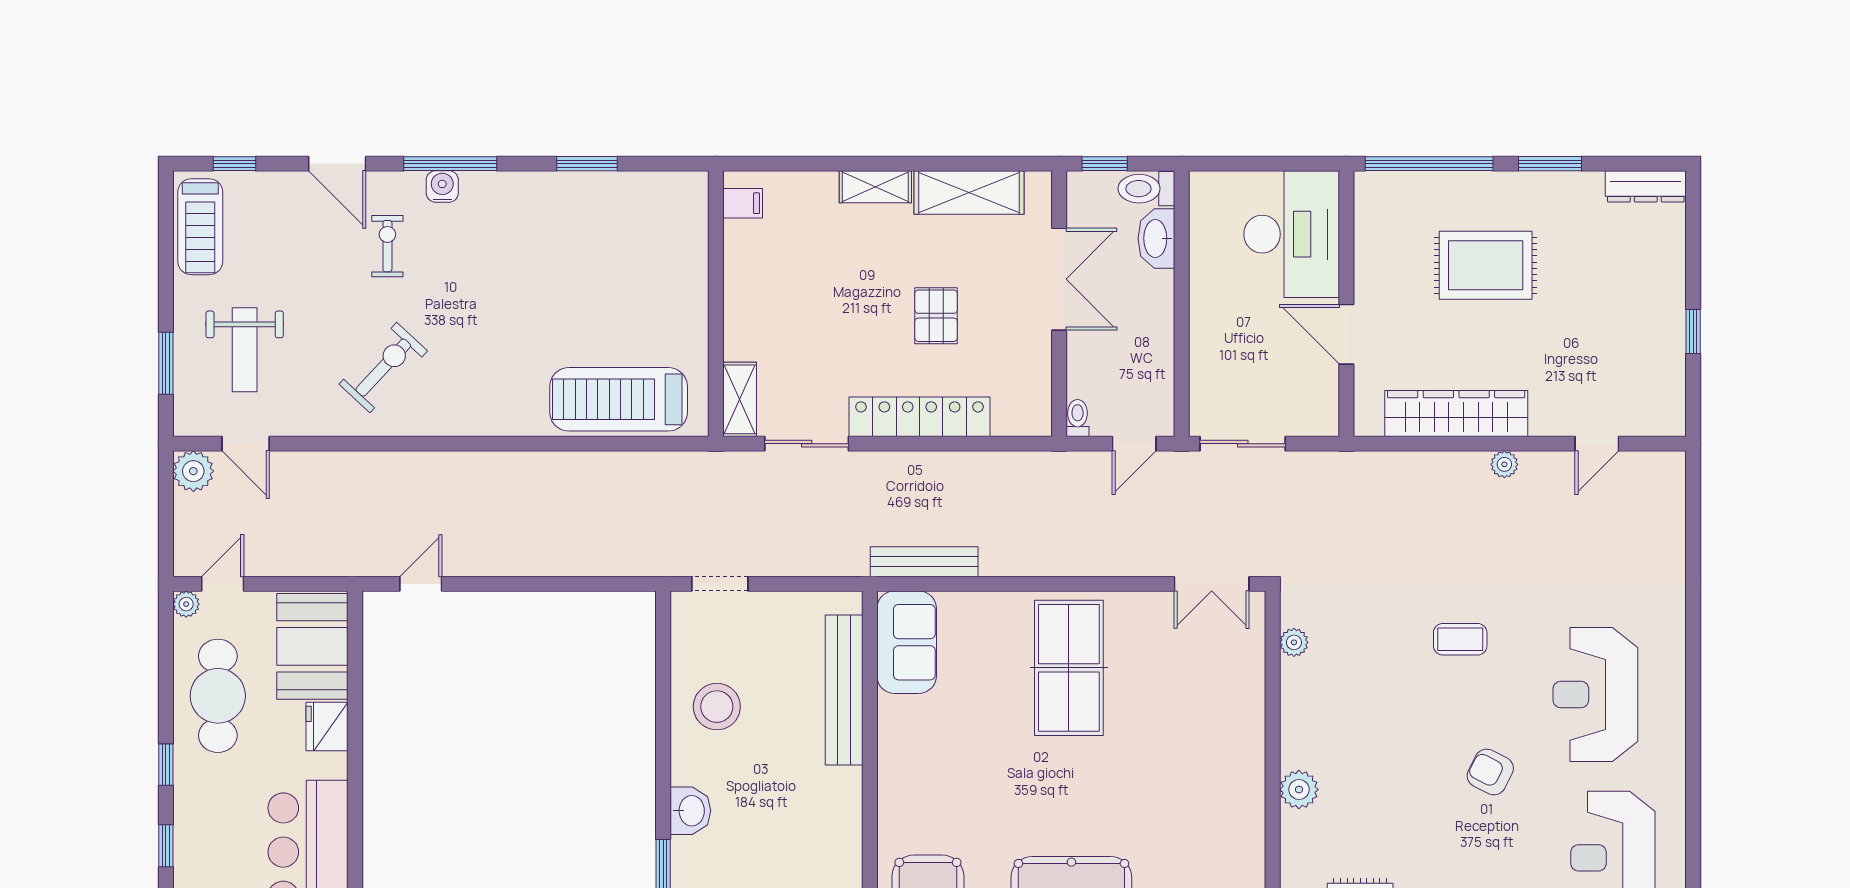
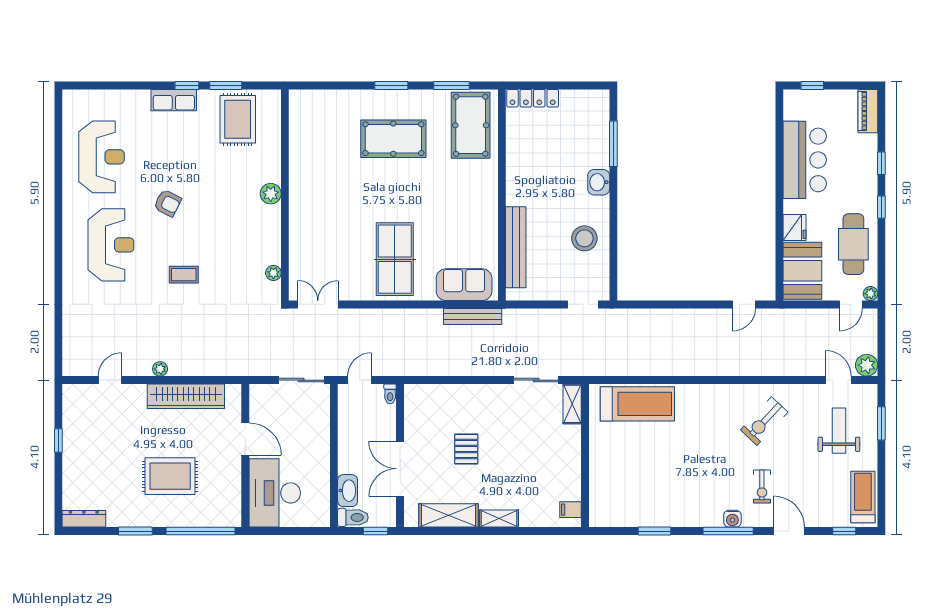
locker: (919, 417) -> (475, 394), removed
sofa: (907, 642) -> (464, 285), moved, turned 90

